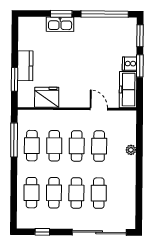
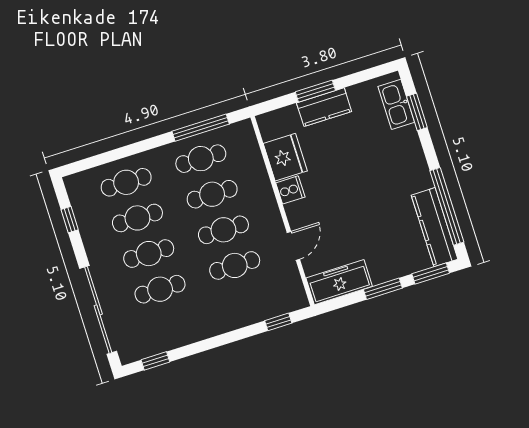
window: (61, 14) -> (417, 112), moved
kitchen sink: (60, 24) -> (396, 104), moved
kitchen counter: (114, 25) -> (435, 227), added
cooker: (130, 64) -> (290, 190), moved, turned 90
window: (15, 79) -> (315, 91), moved
window: (139, 132) -> (278, 322), added
plant: (131, 150) -> (245, 318), removed
window: (139, 209) -> (155, 361), added

